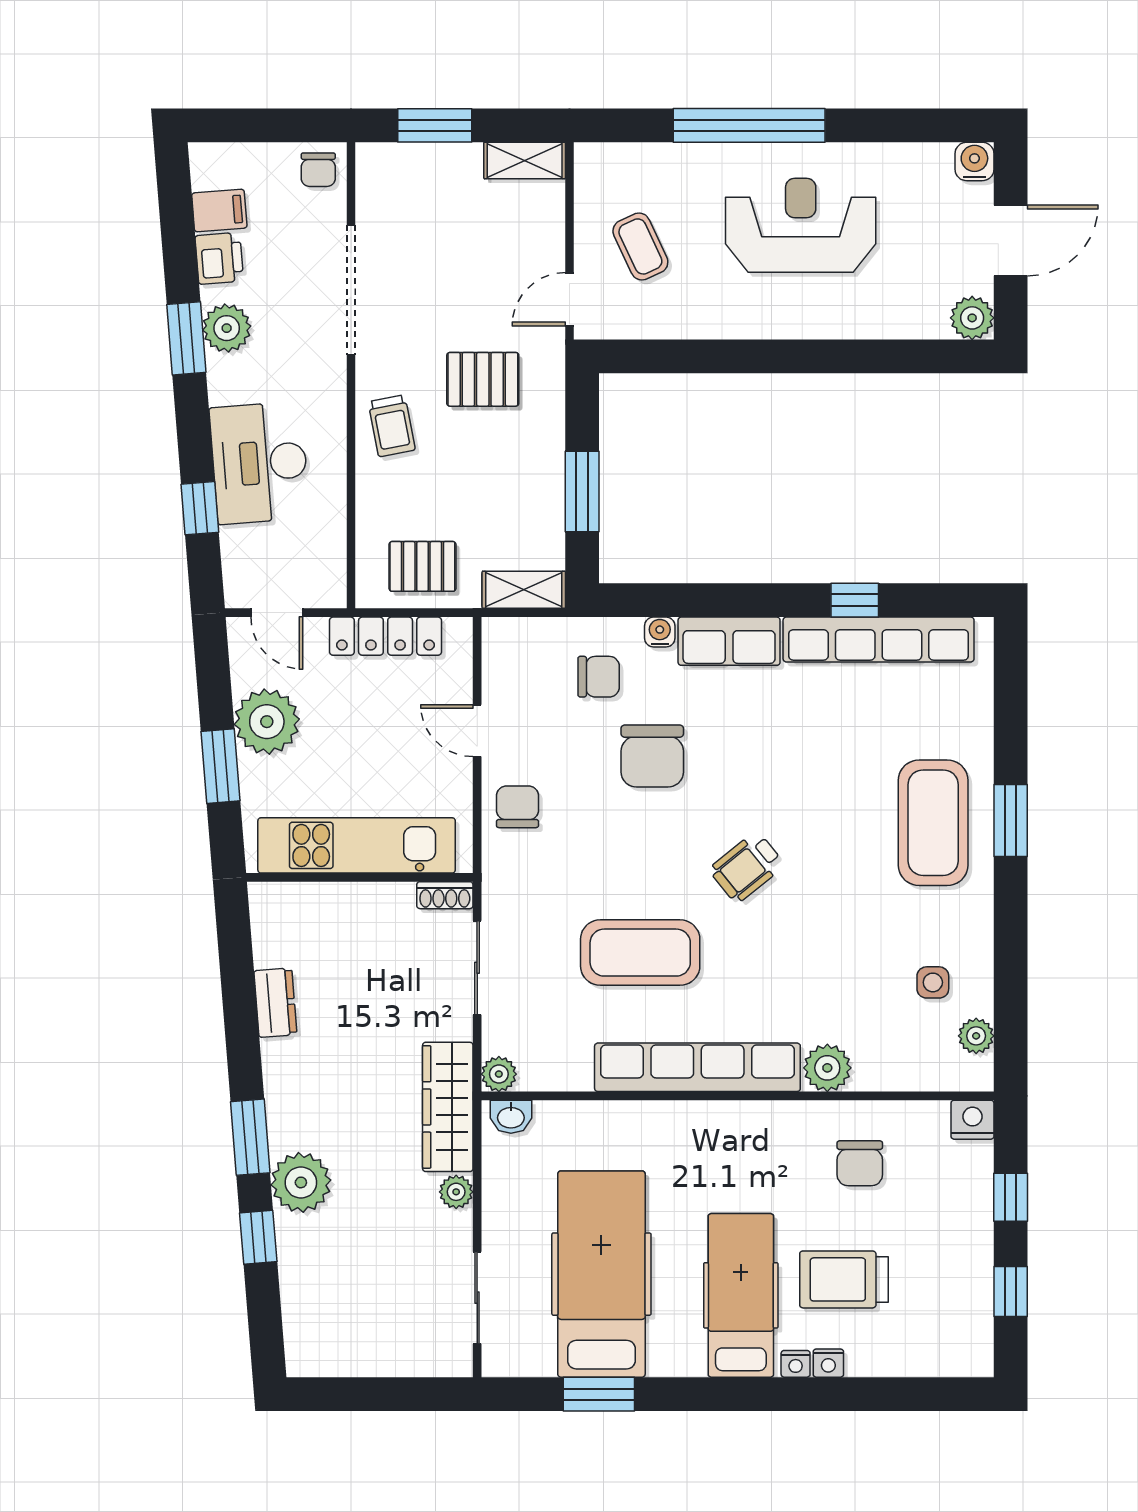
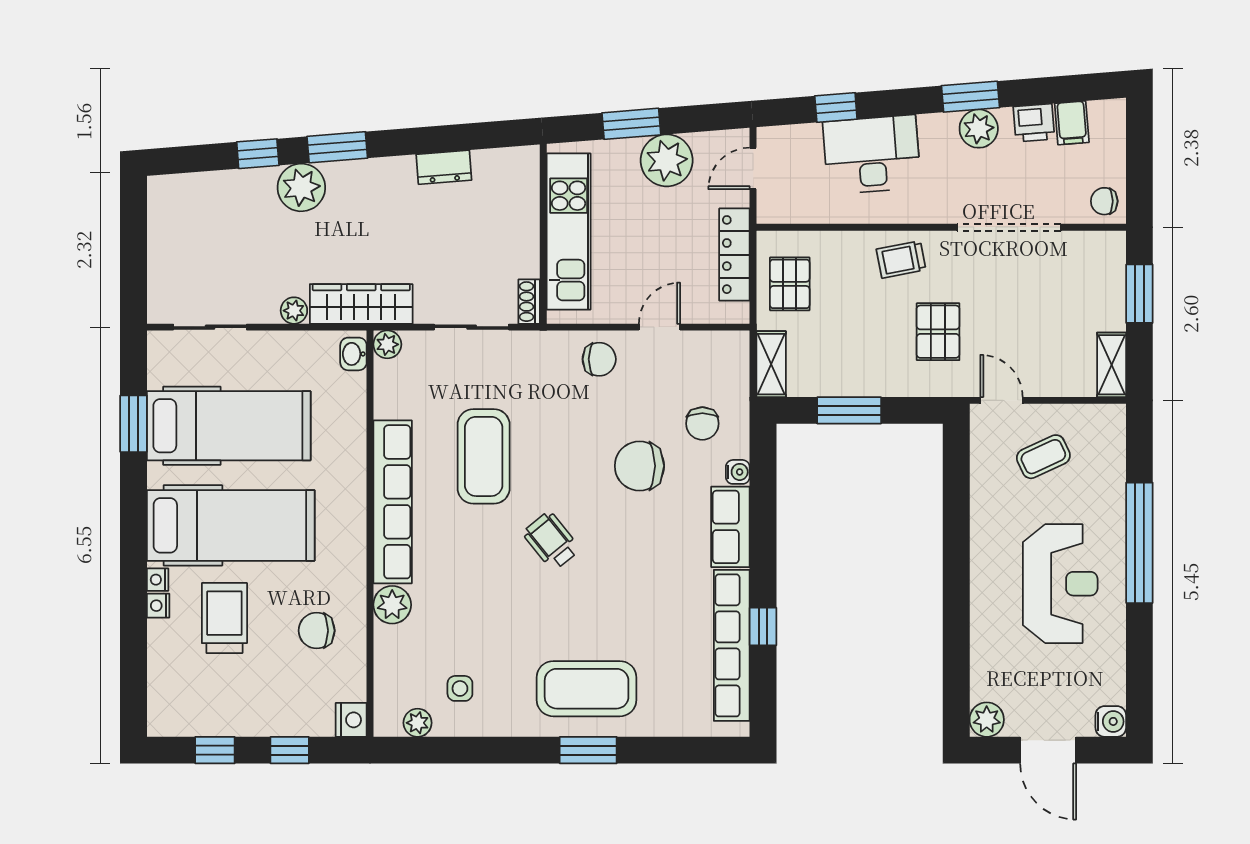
hospital bed: (741, 1295) -> (231, 525), width x1.37, depth x1.29

